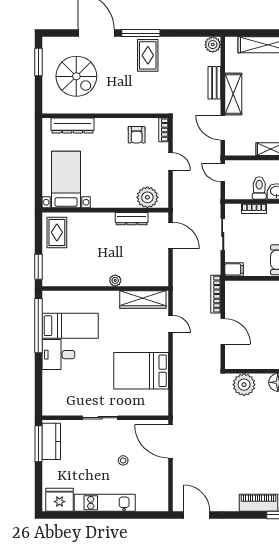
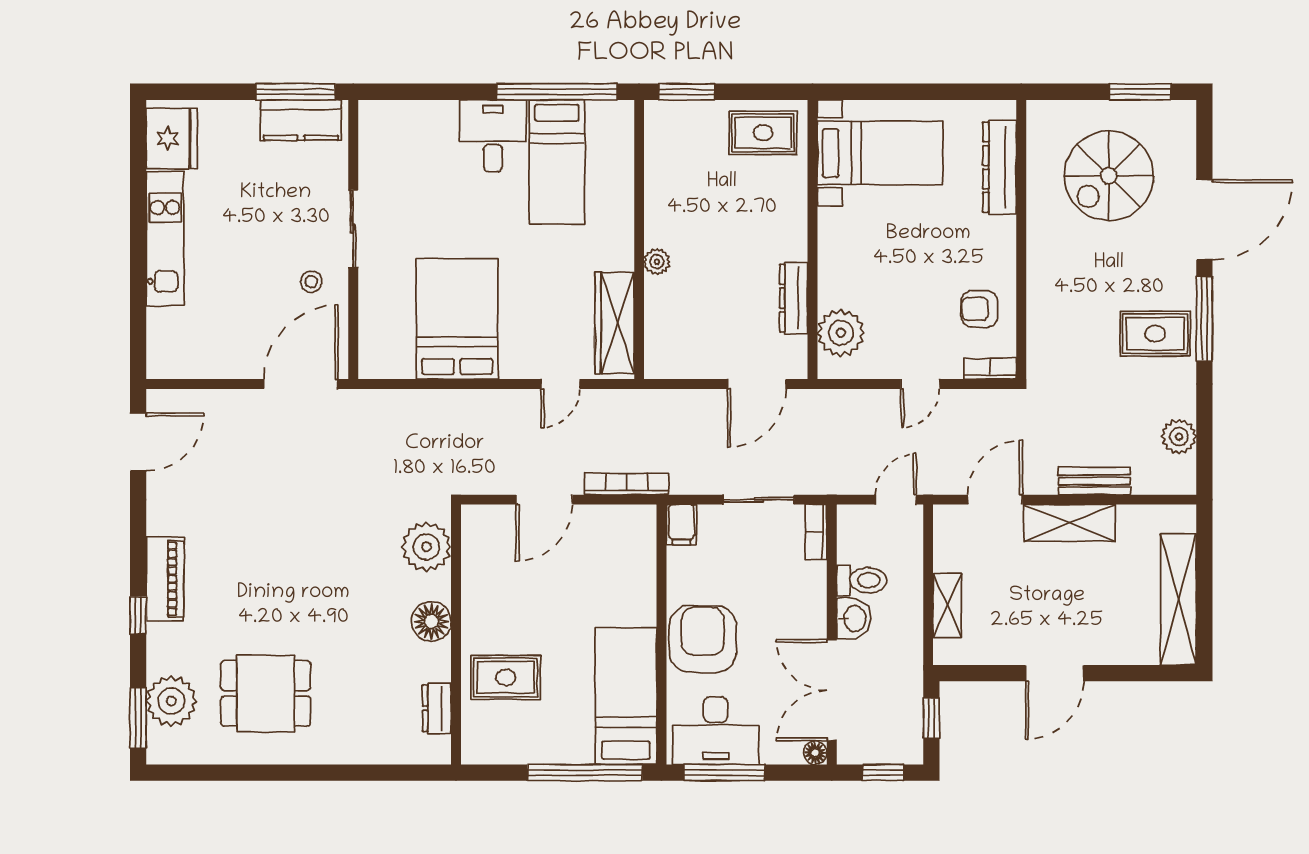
plant: (213, 45) -> (1179, 437), moved
bookcase: (254, 209) -> (816, 532), moved
stool: (123, 460) -> (311, 282), moved

